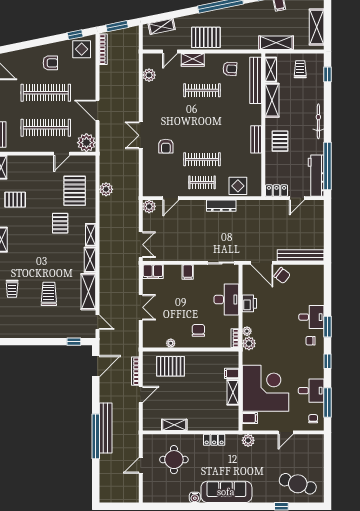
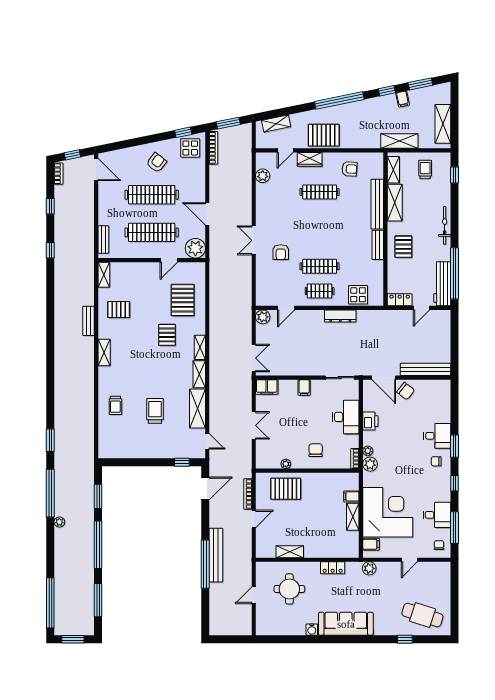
armchair: (50, 63) -> (157, 163), turned -52
bench: (256, 80) -> (377, 204), moved
plant: (106, 189) -> (216, 298), removed

